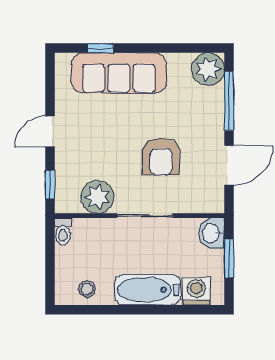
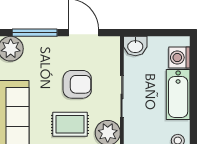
rug: (108, 147) -> (70, 124), added
window: (229, 258) -> (154, 33), removed

